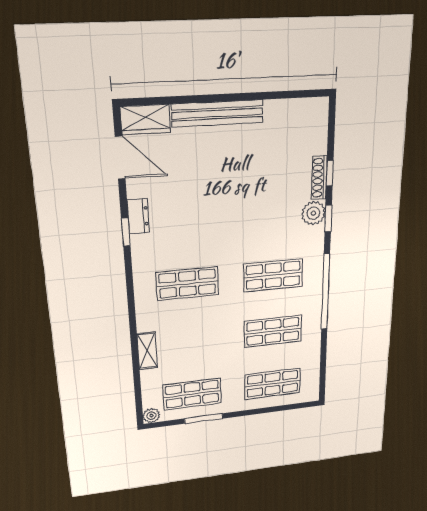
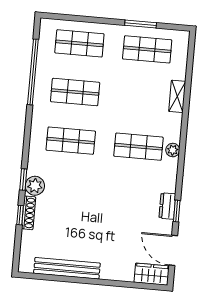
bench: (217, 113) -> (67, 268), moved
window: (126, 232) -> (177, 211), moved
window: (326, 292) -> (33, 72), moved
plant: (151, 416) -> (173, 150), moved

